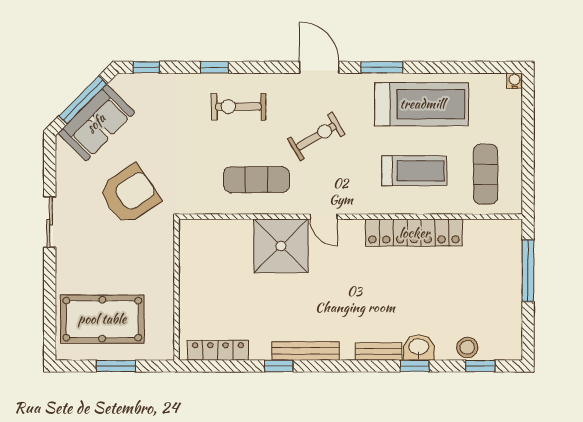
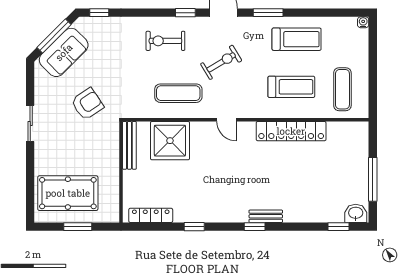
window: (215, 67) -> (185, 13), moved
treadmill: (422, 104) -> (297, 39), width x0.73, depth x0.73
armchair: (129, 195) -> (87, 104), width x0.73, depth x0.73
shower: (281, 246) -> (170, 141), moved
window: (528, 271) -> (373, 179), moved
washbasin: (419, 347) -> (356, 213), moved
stool: (467, 347) -> (329, 213), removed
bench: (306, 351) -> (129, 145), moved, turned 90
window: (415, 366) -> (255, 227), moved

